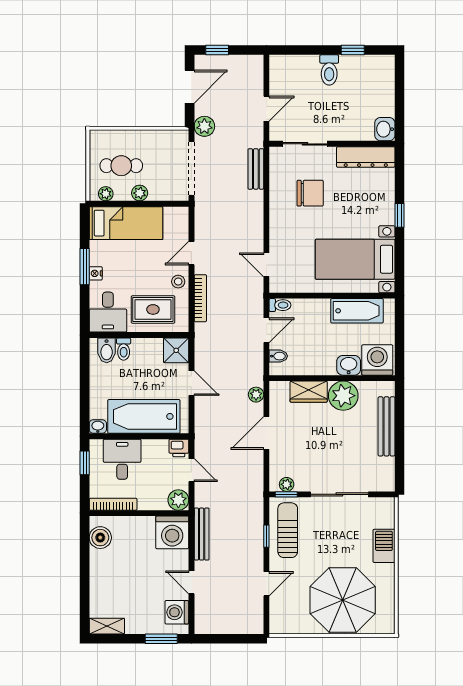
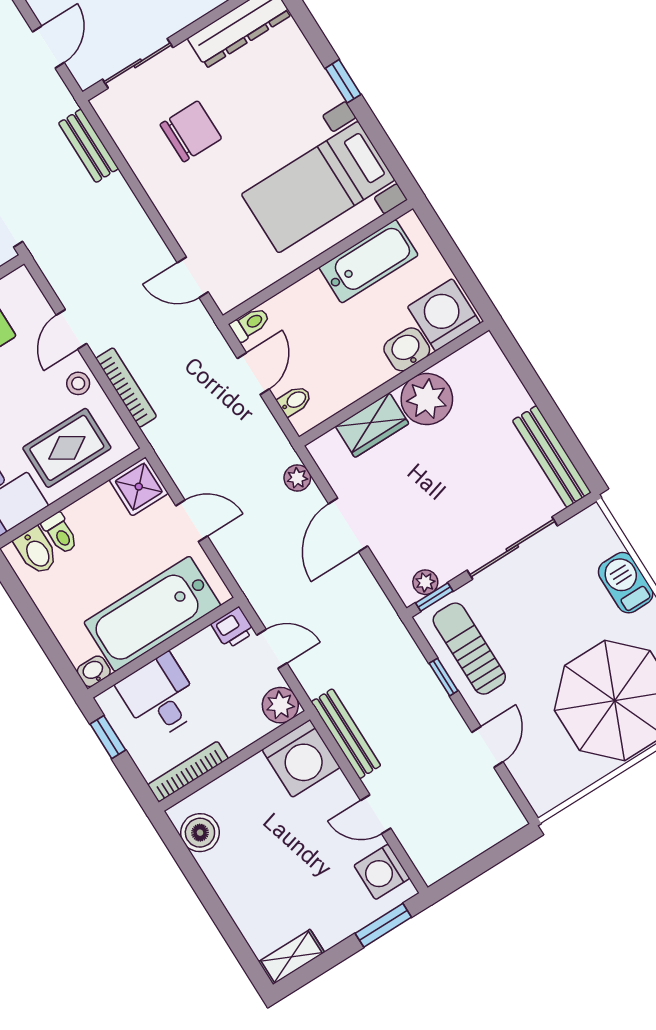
bench: (387, 426) -> (552, 457), moved

